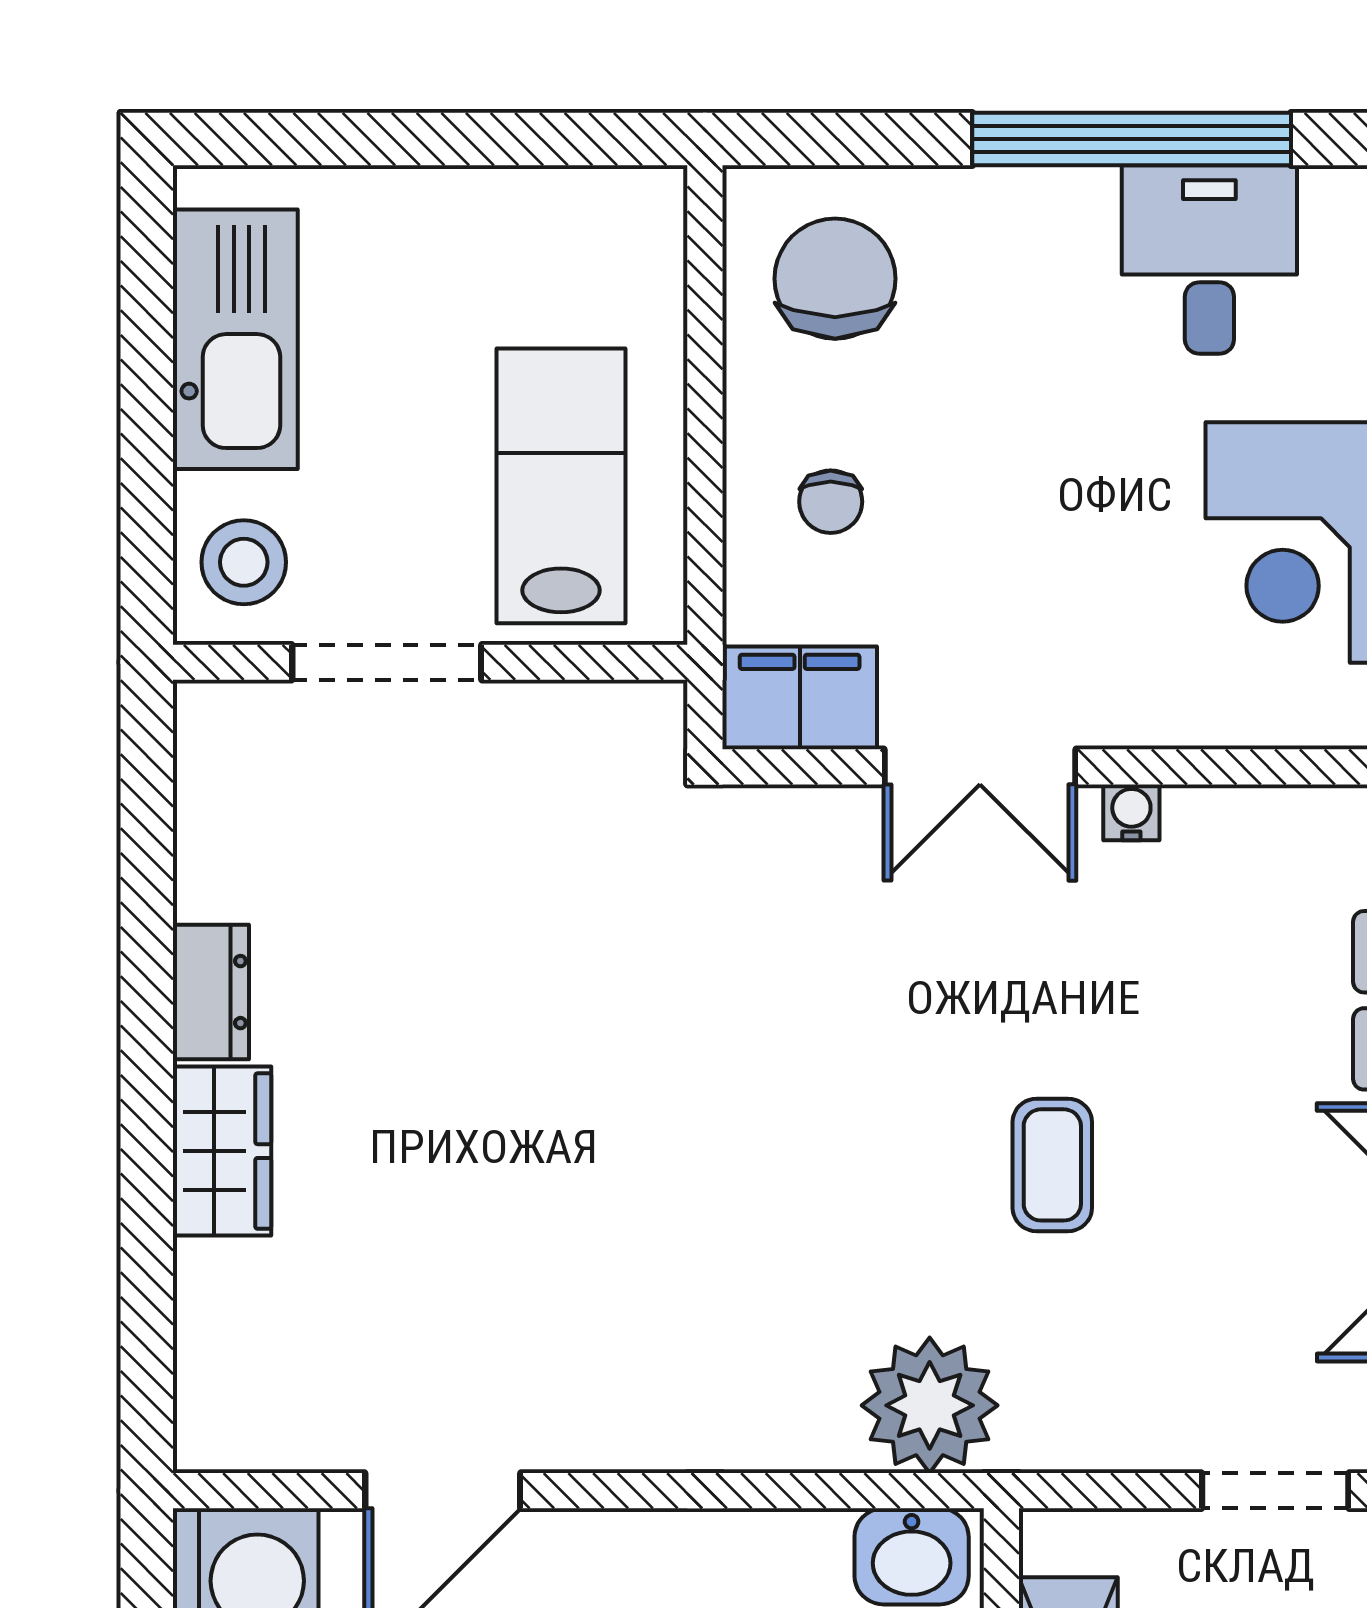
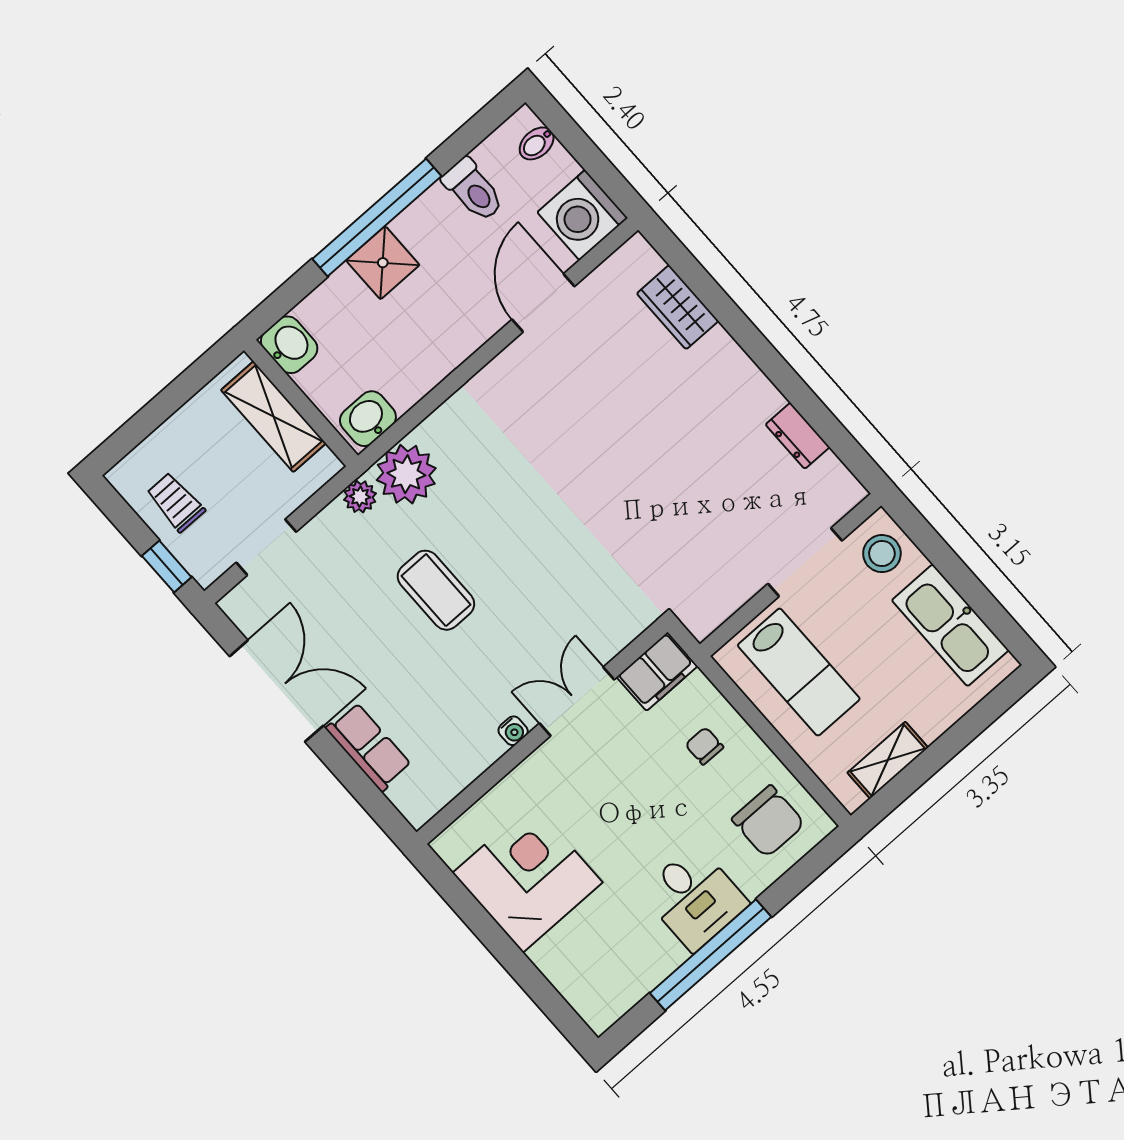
shelving: (542, 204) -> (888, 760), added
desk: (1209, 259) -> (694, 898), moved
dresser: (211, 992) -> (798, 436), moved
wardrobe: (222, 1151) -> (678, 307), moved
coffee table: (1052, 1165) -> (436, 590), width x1.36, depth x1.30
plant: (1041, 1436) -> (360, 497), added

